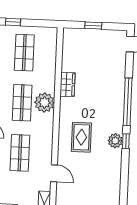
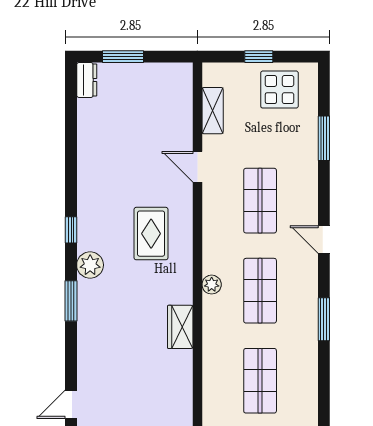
window: (128, 102) -> (71, 301), width x0.47
plant: (44, 103) -> (212, 285), width x0.53, depth x0.53
plant: (115, 141) -> (90, 265), moved

